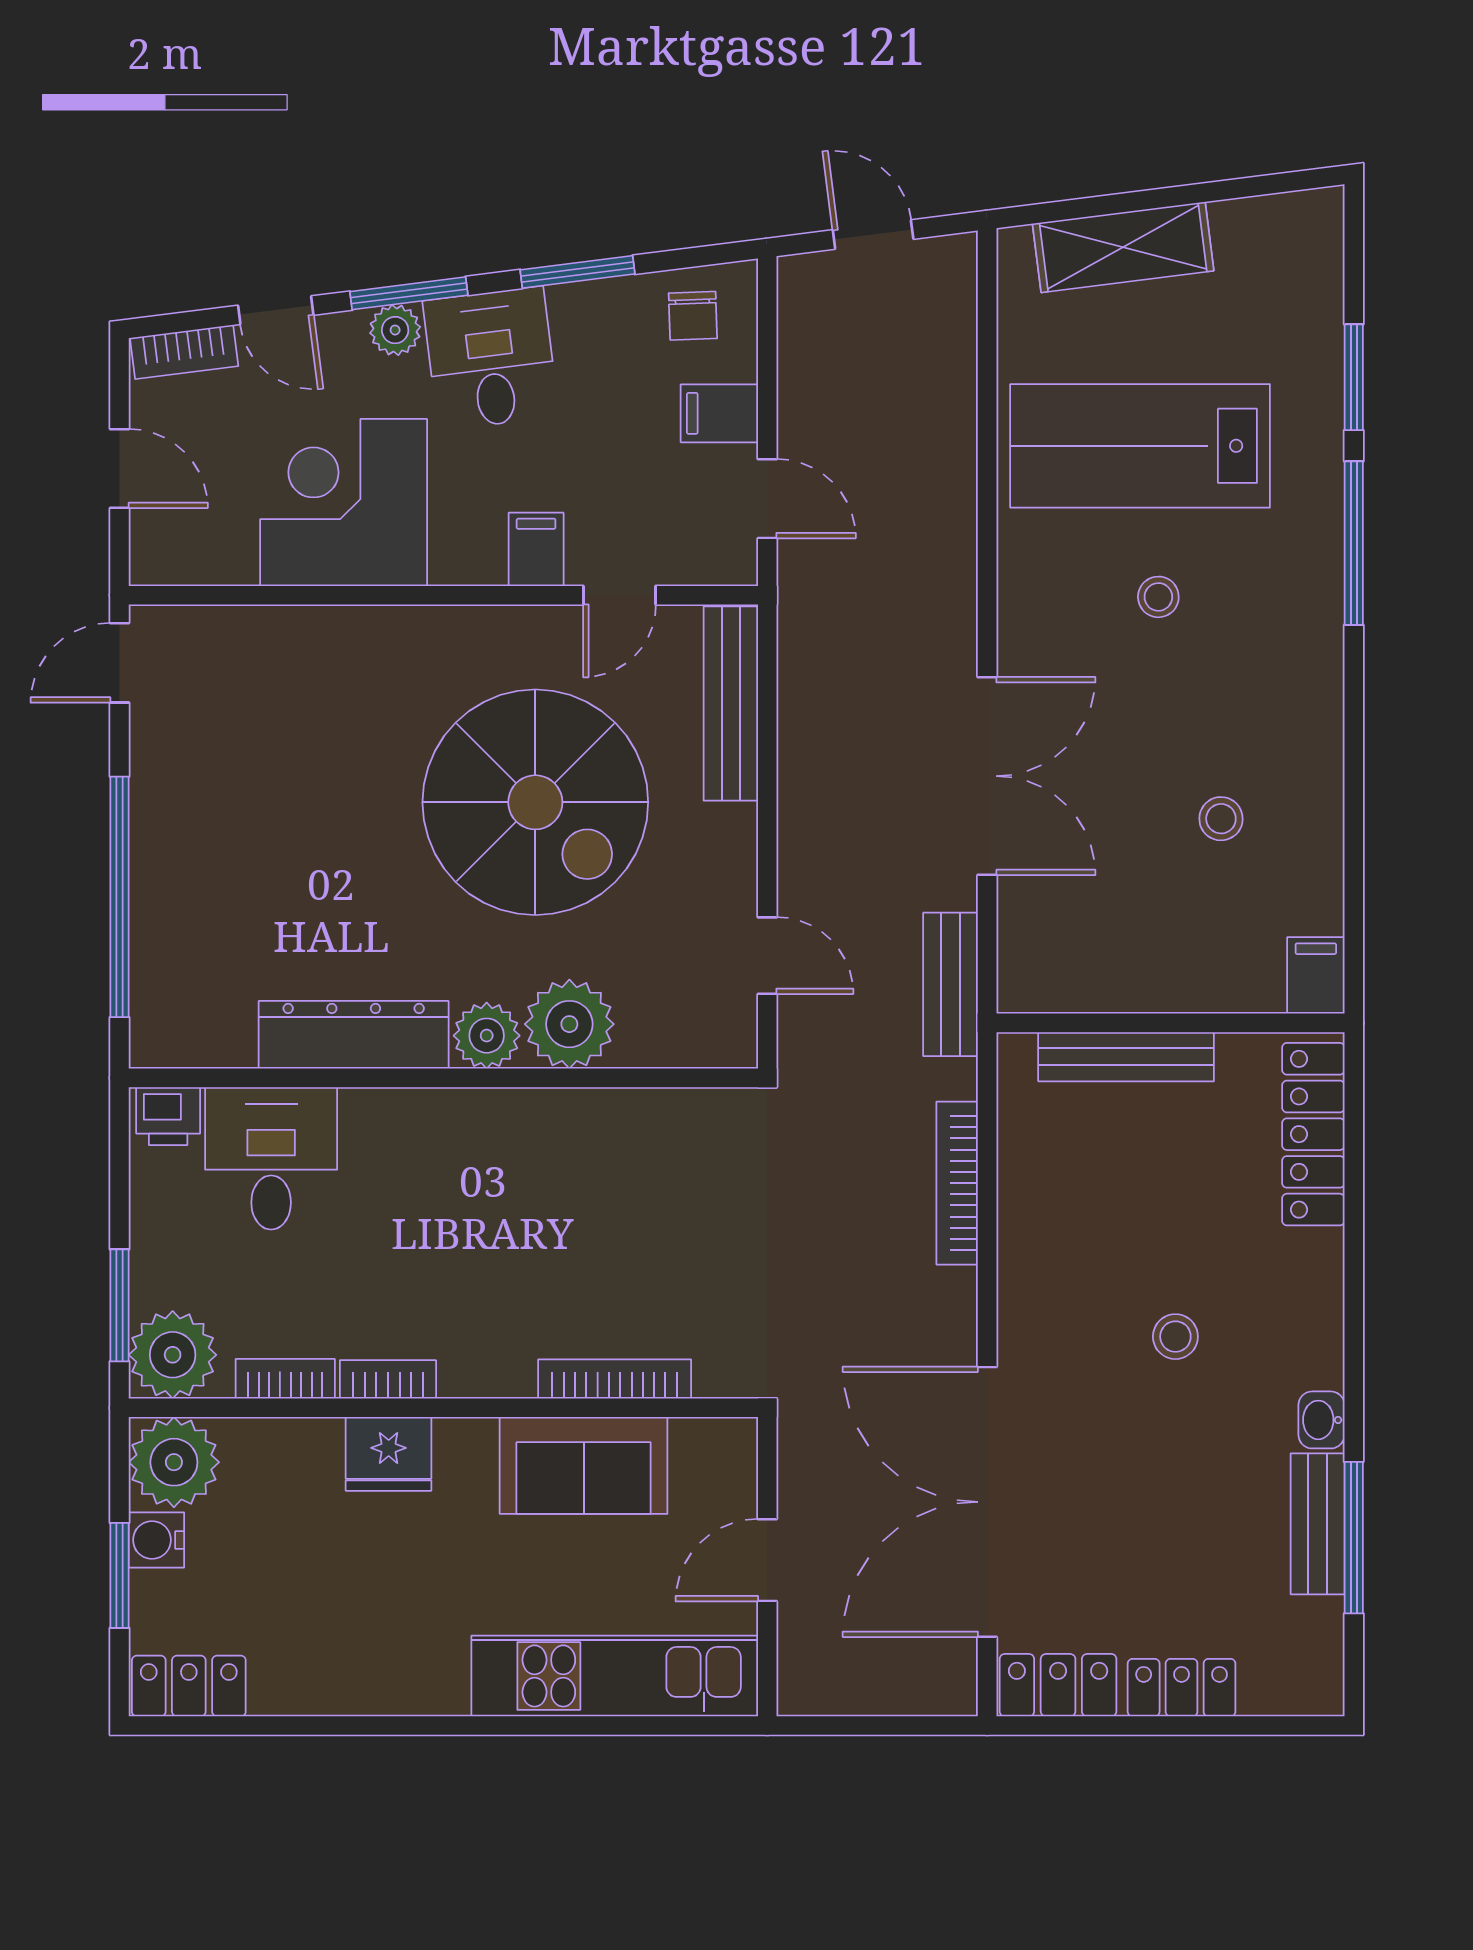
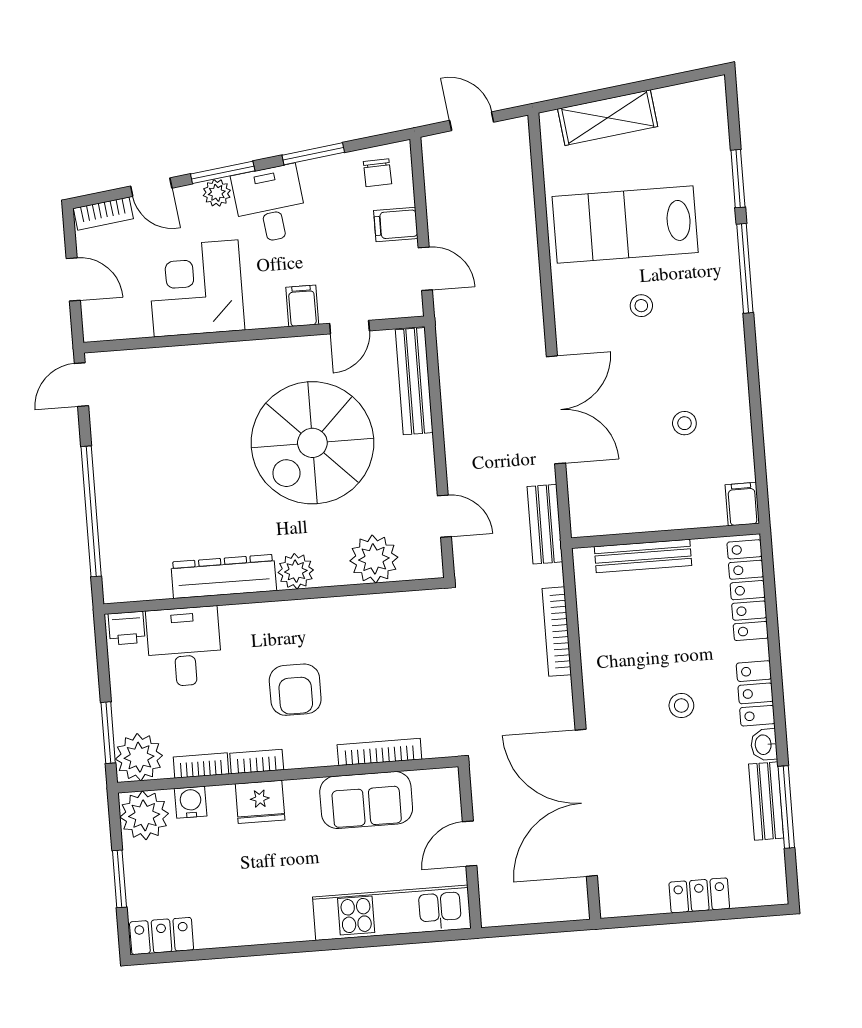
spiral stairs: (535, 802) -> (312, 443), turned 90
plant: (569, 1024) -> (374, 559), moved
armchair: (469, 1253) -> (295, 690), added
water cooler: (156, 1540) -> (191, 802), moved, turned 90
locker: (1058, 1685) -> (756, 693), moved, turned -90

